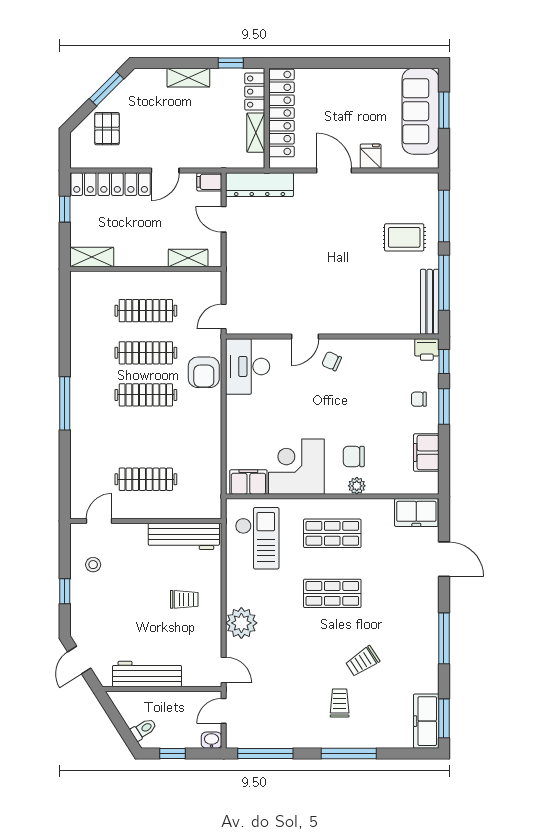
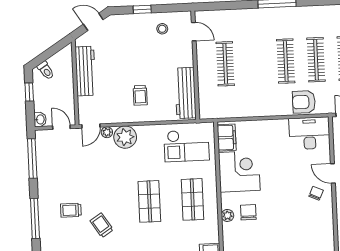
plant: (233, 648) -> (107, 132), added
trolley: (340, 703) -> (71, 210), turned 180

